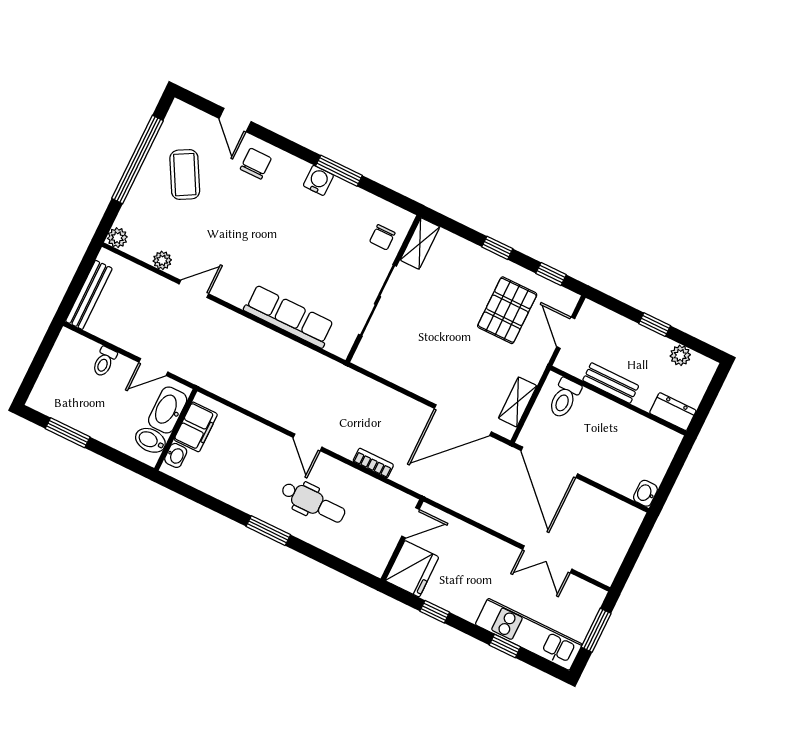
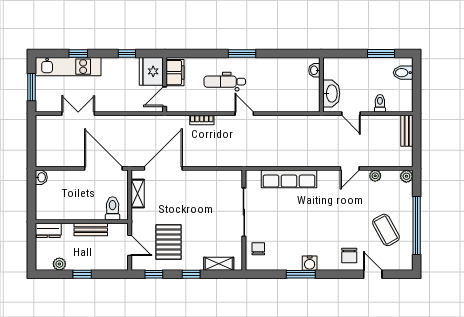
shelving: (420, 243) -> (219, 264), moved, turned 90
bench: (89, 295) -> (407, 131), width x0.73
door: (153, 367) -> (351, 114), swing flipped
filing cabinet: (196, 427) -> (175, 73), moved, turned 180
bidet: (150, 440) -> (403, 73), moved, turned 180

